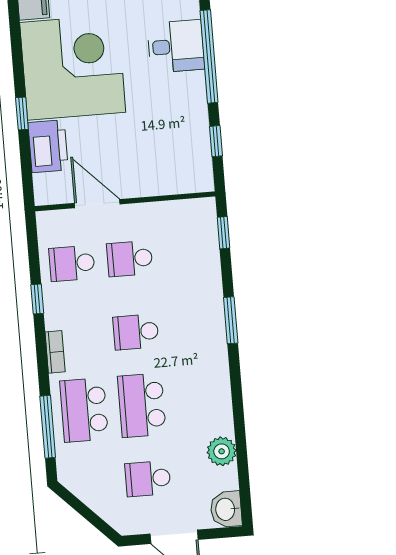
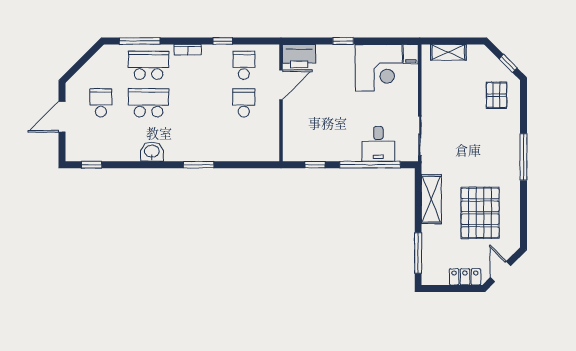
corner desk: (73, 67) -> (379, 68), width x0.74, depth x0.74
printer: (48, 146) -> (299, 56), moved
window: (224, 233) -> (92, 165), moved
school desk: (136, 332) -> (196, 103), removed
plant: (222, 451) -> (115, 152), removed
washbasin: (226, 509) -> (152, 152), moved

